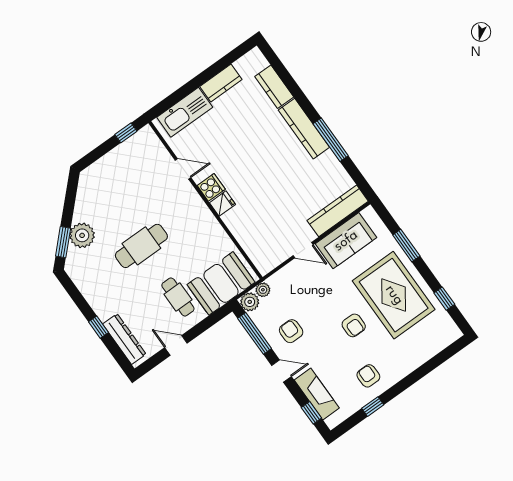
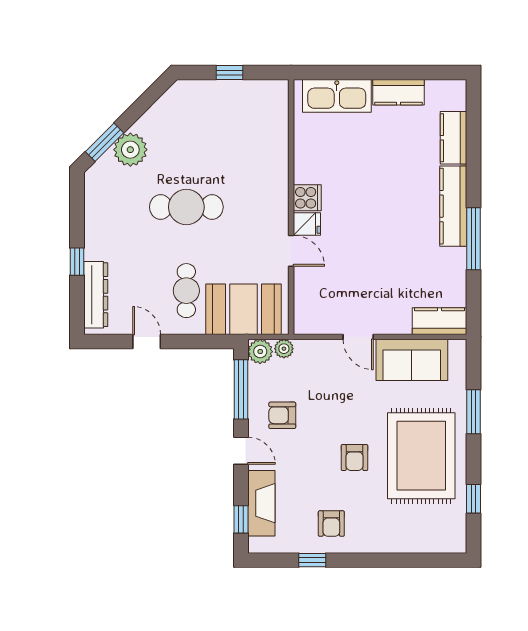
window: (126, 133) -> (230, 73), moved
door: (183, 169) -> (291, 251), moved
kitchen counter: (338, 211) -> (440, 321), width x0.67
armchair: (291, 331) -> (282, 415), turned -90
armchair: (368, 376) -> (331, 524), turned 180

